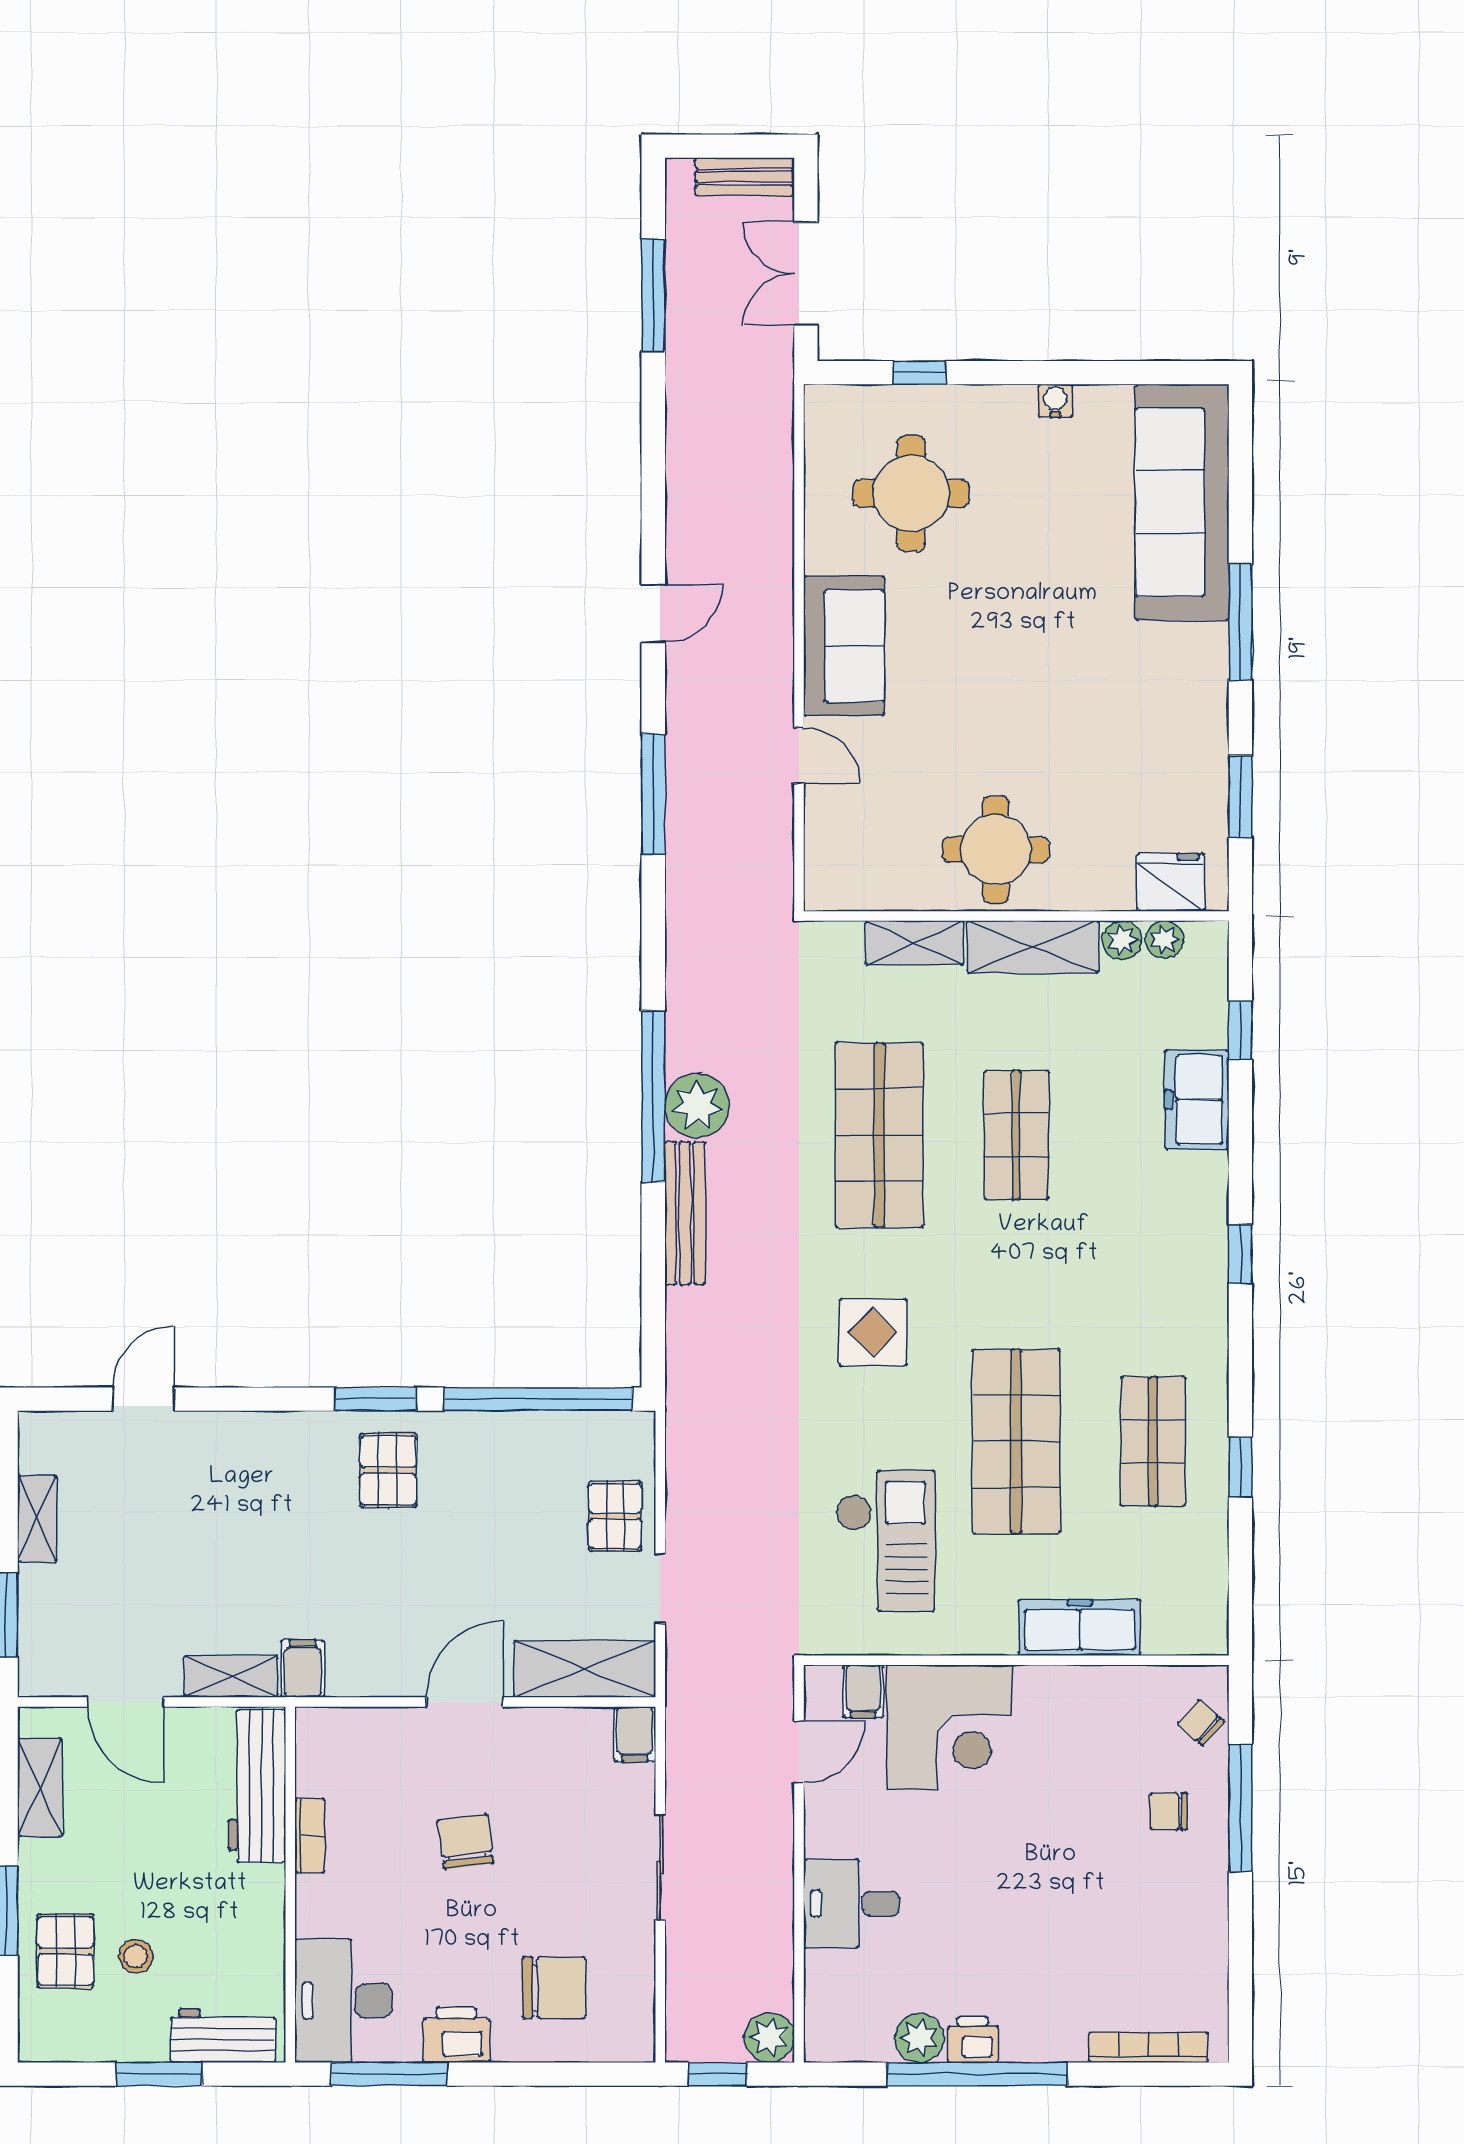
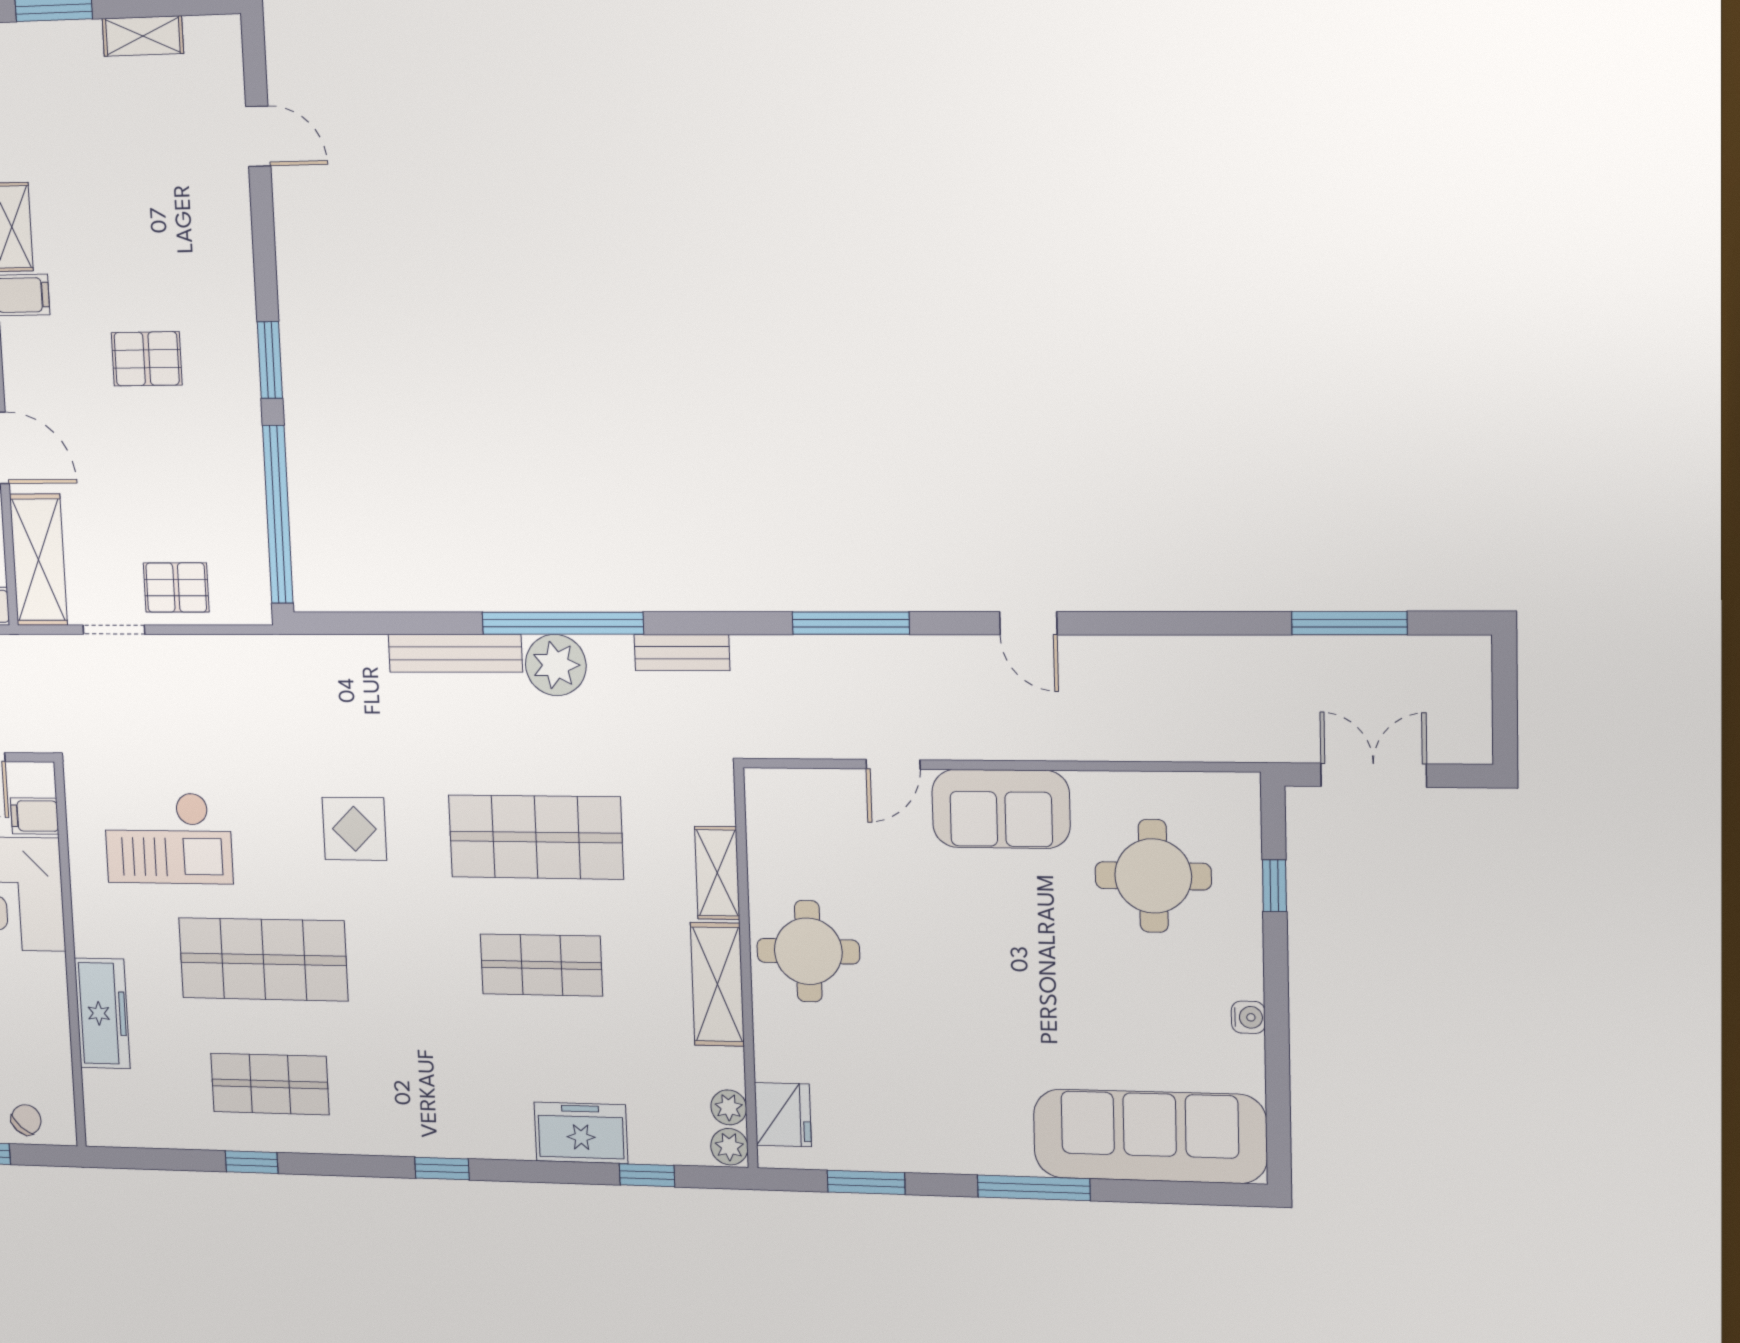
bench: (745, 177) -> (682, 653), moved, turned 90
plant: (1122, 940) -> (729, 1147), moved
pallet: (388, 1470) -> (147, 359), moved

